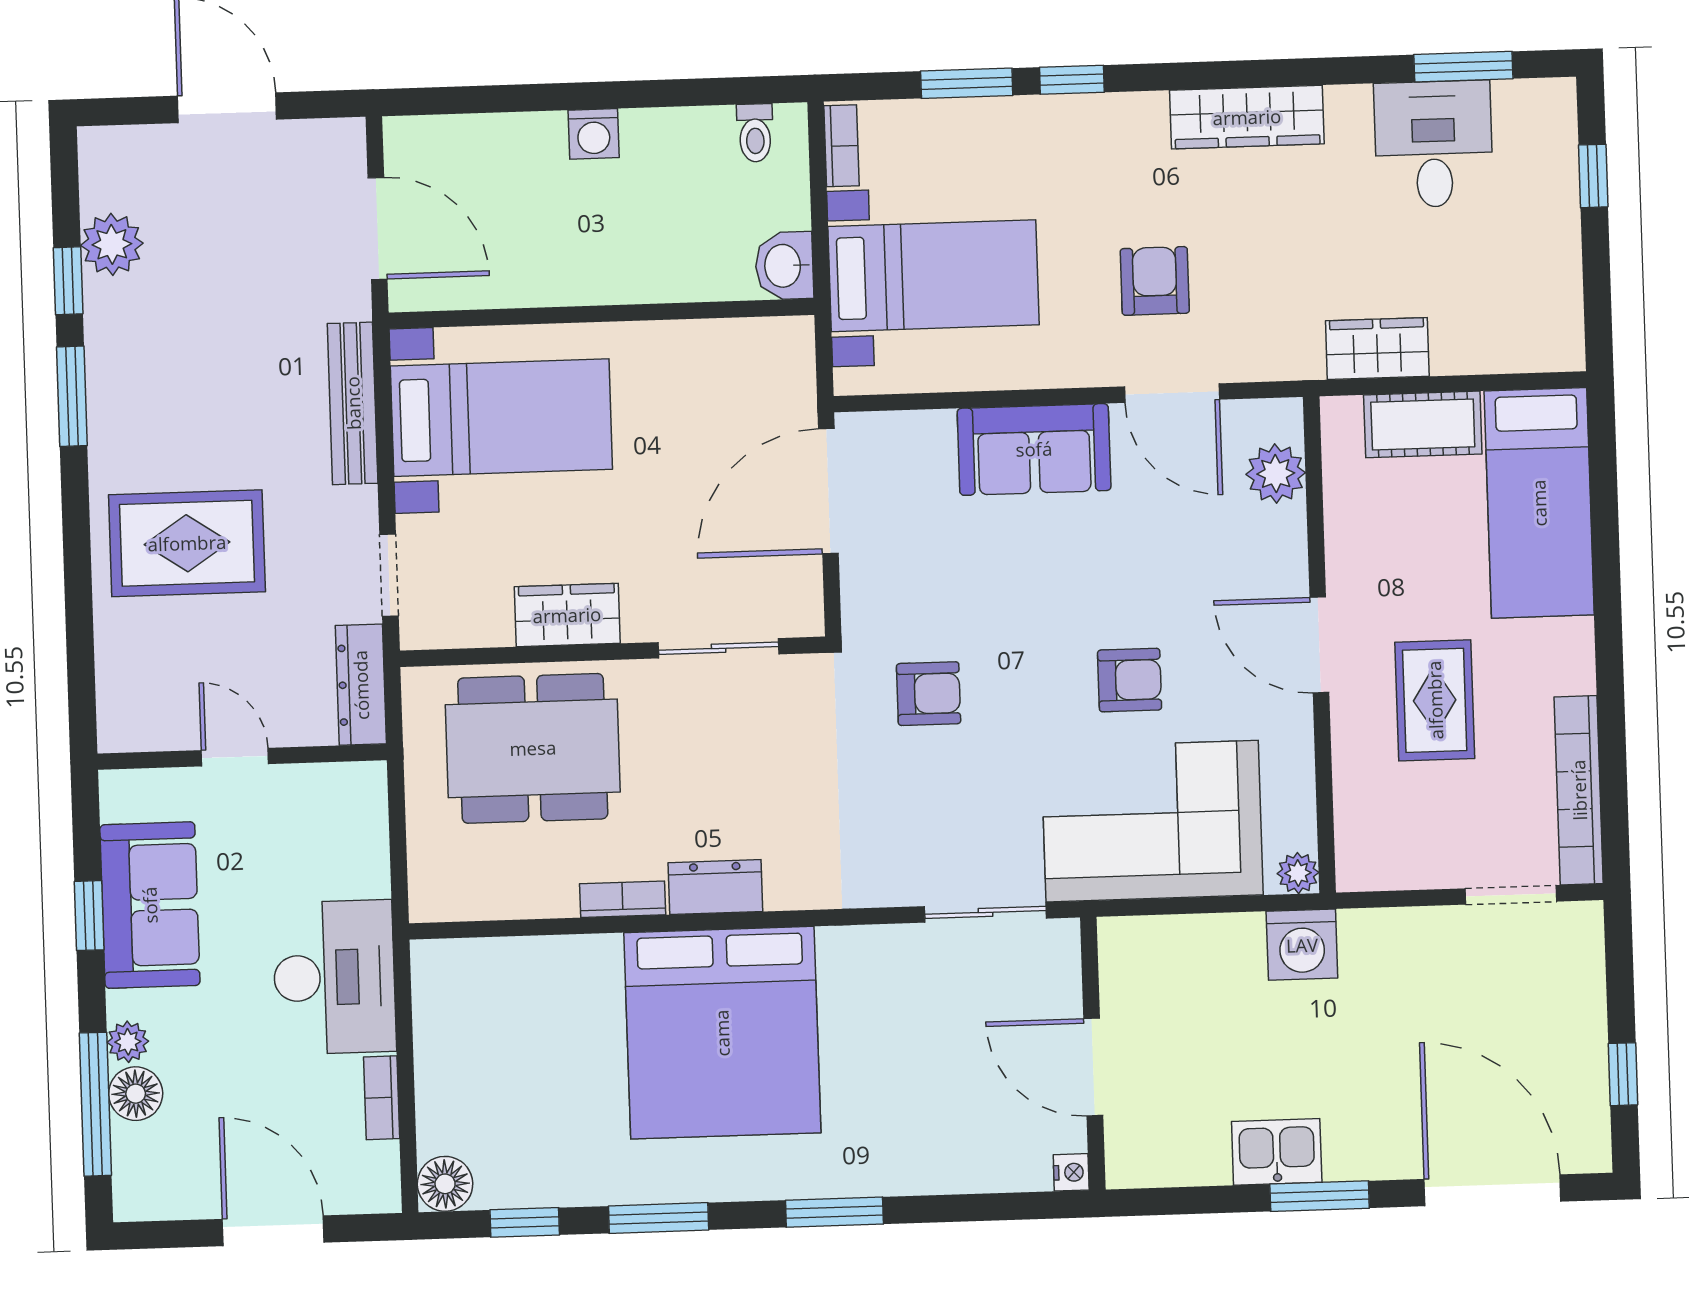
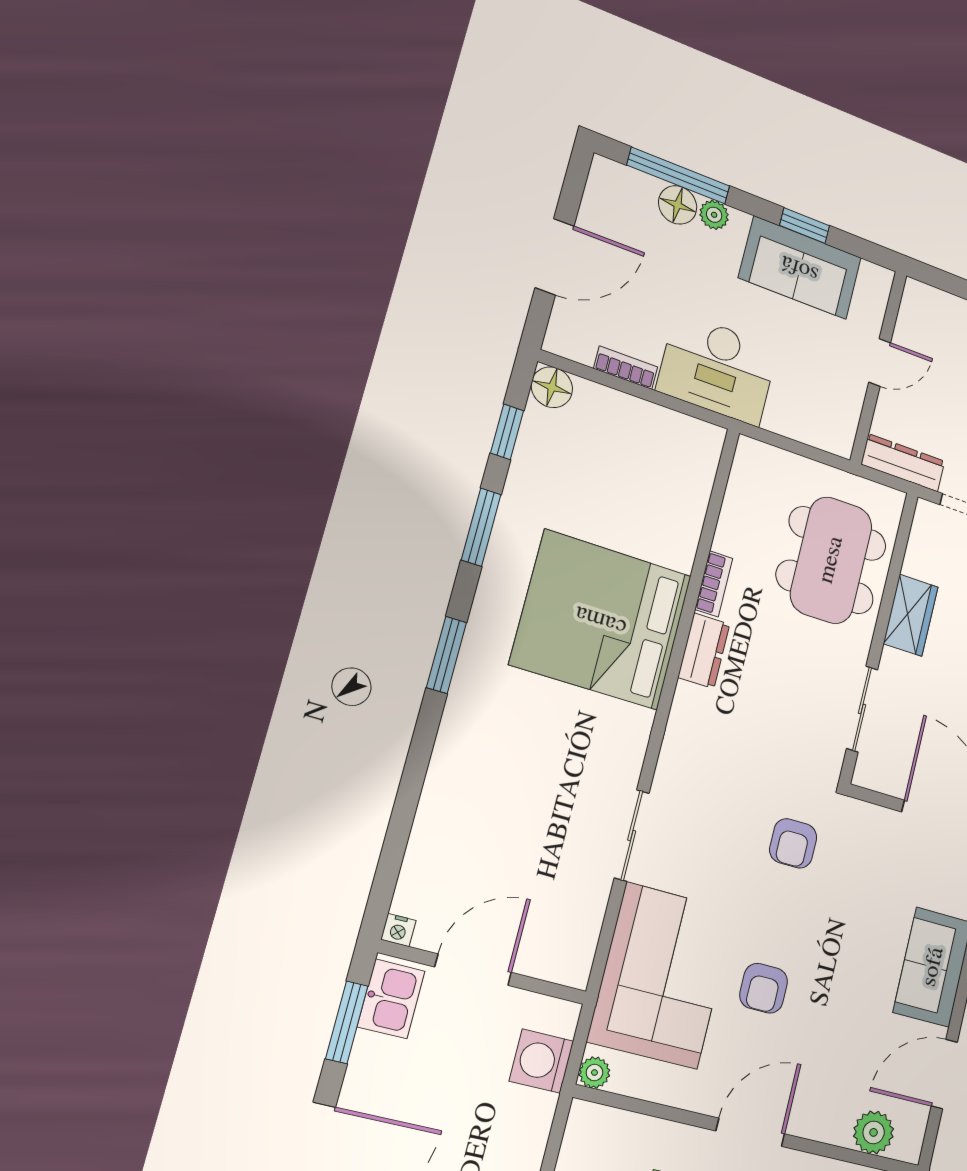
wall: (1093, 1053) -> (483, 972), moved
door: (1093, 1067) -> (473, 970), moved
nightstand: (1071, 1172) -> (398, 930), moved

